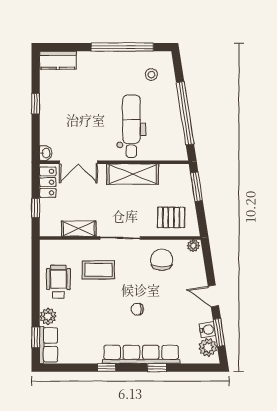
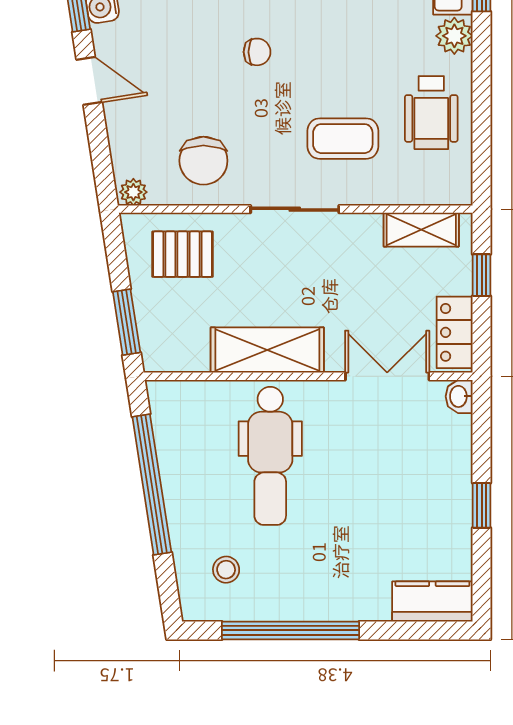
shelving: (79, 229) -> (421, 230), moved

